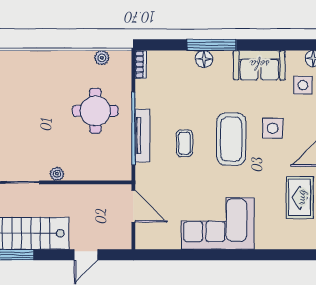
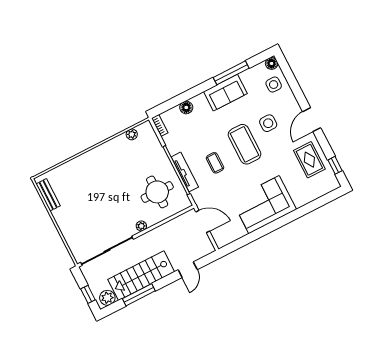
window: (212, 45) -> (231, 73), moved
floor lamp: (204, 59) -> (186, 107), moved
sofa: (259, 65) -> (225, 93), moved
round table: (95, 111) -> (157, 192), moved

